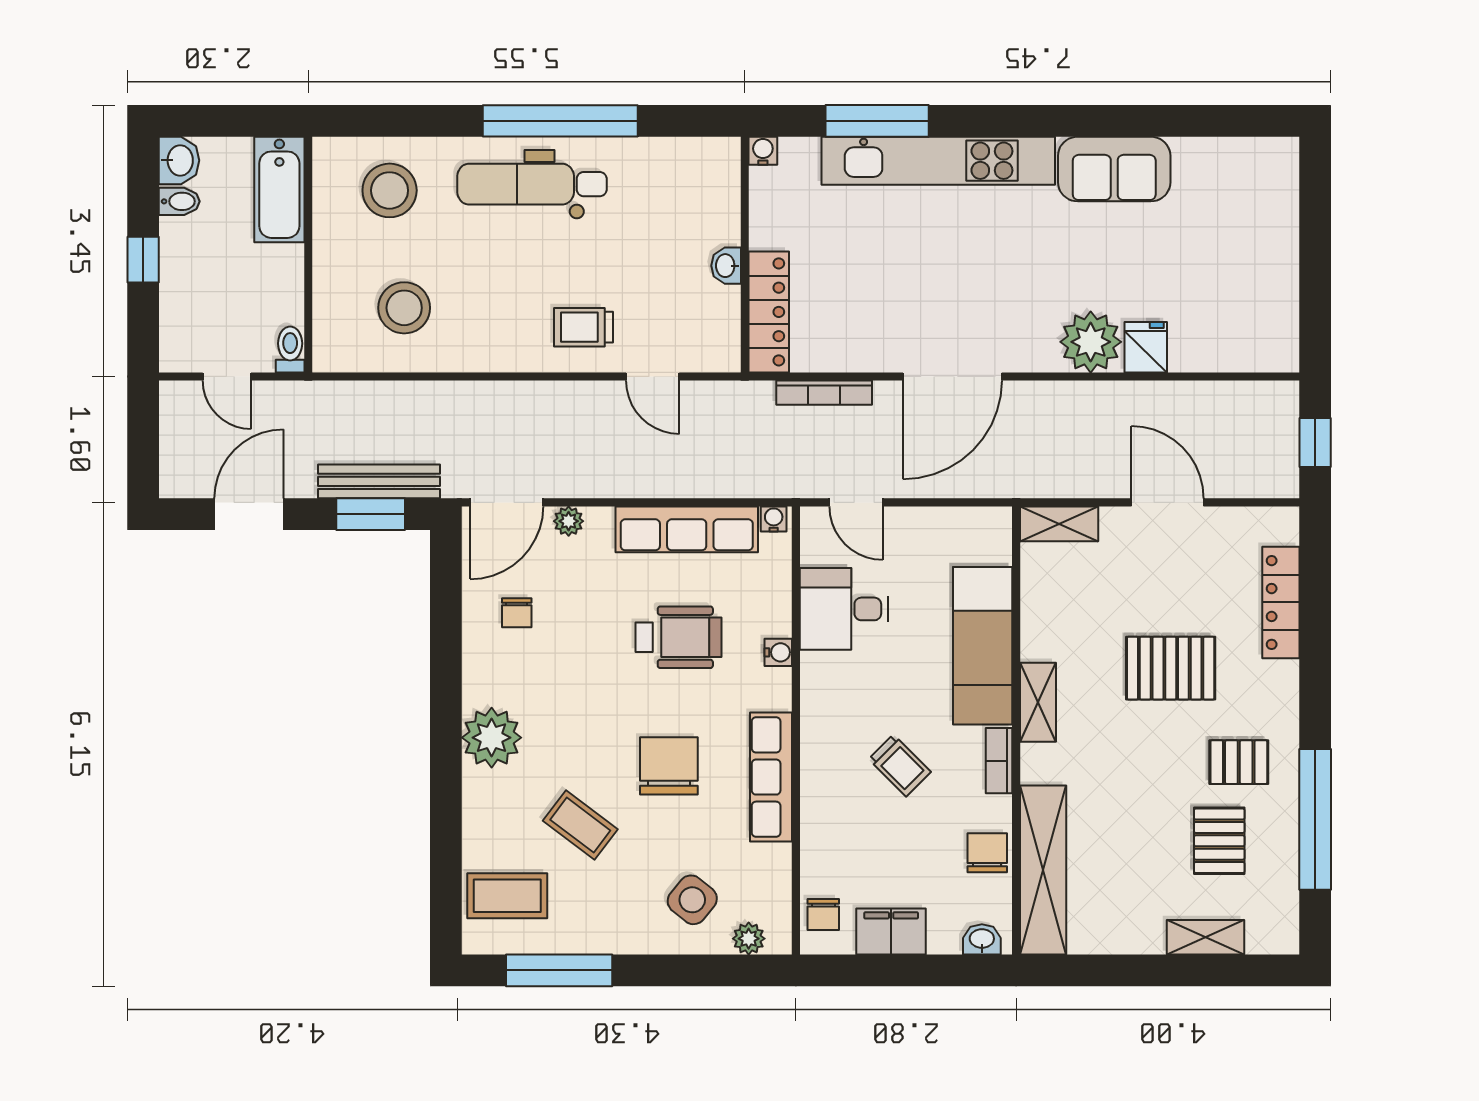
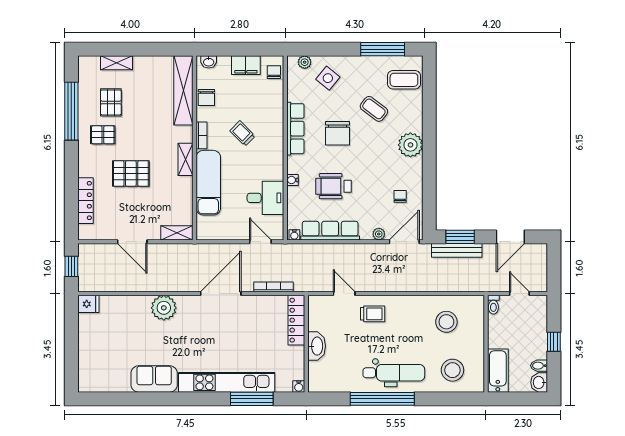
washbasin: (726, 266) -> (317, 346), width x1.91, depth x1.45
fridge: (1146, 347) -> (88, 304), moved, turned -90

